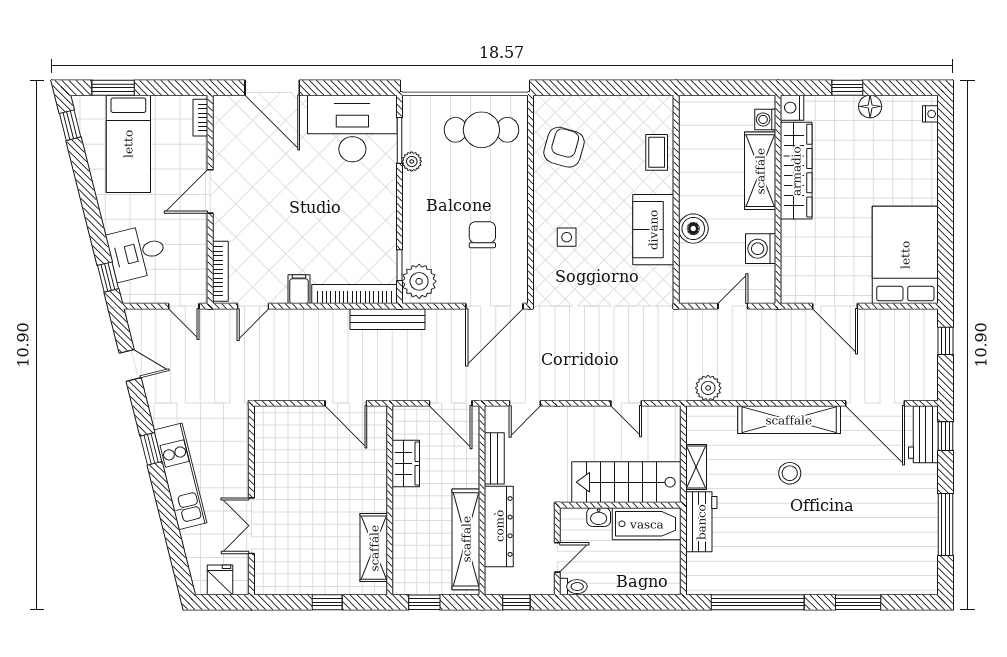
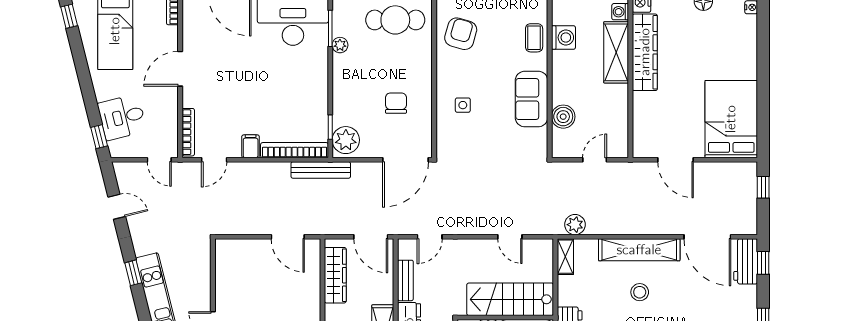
boiler: (693, 229) -> (563, 117), moved
washing machine: (761, 249) -> (563, 37), moved, turned 180
wardrobe: (406, 464) -> (335, 275), width x1.50
shelving: (696, 467) -> (565, 257), moved

